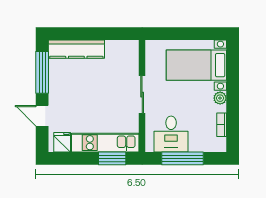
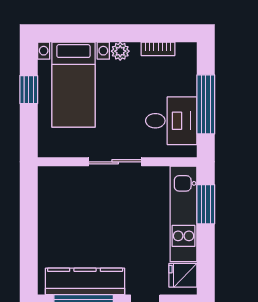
window: (193, 34) -> (29, 90), added
kitchen counter: (76, 49) -> (85, 281), moved, turned -90

